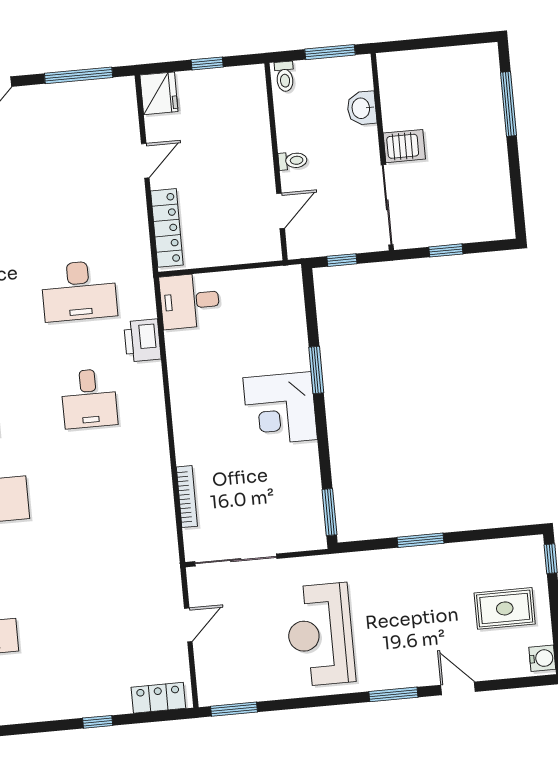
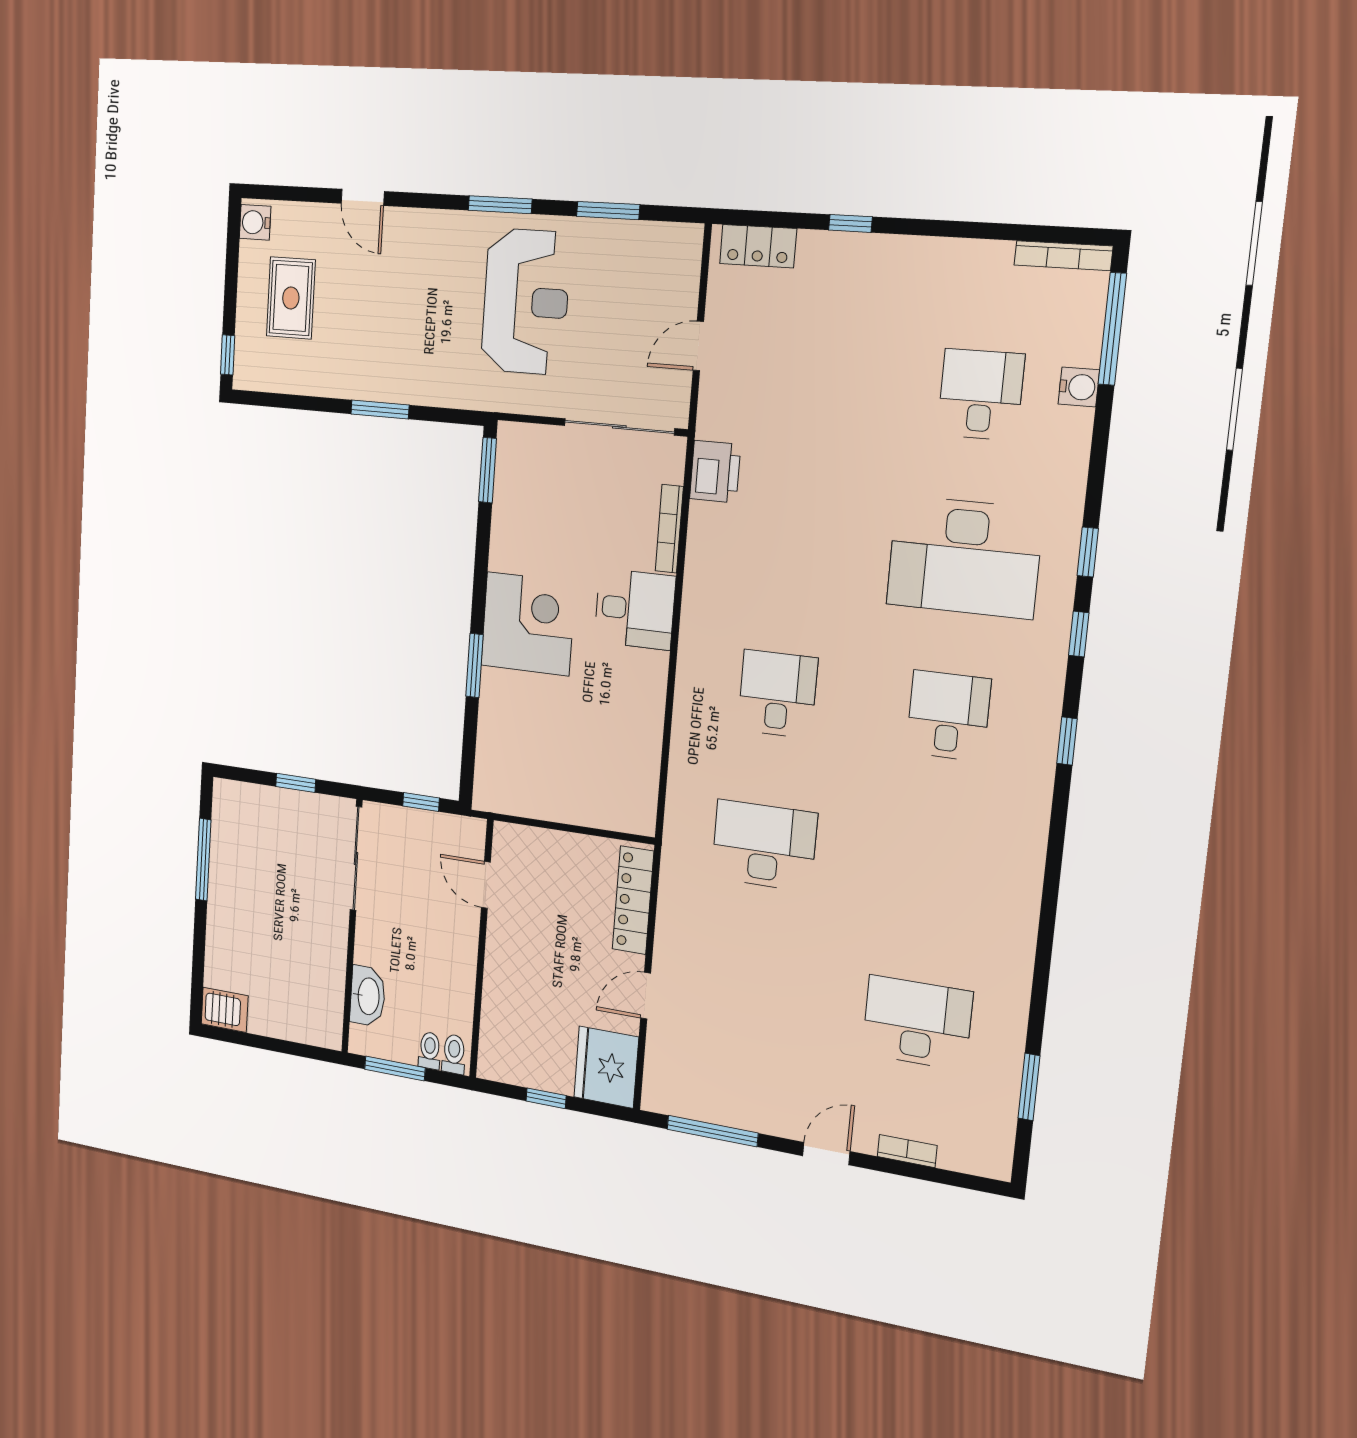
fridge: (159, 93) -> (606, 1067), width x1.36, depth x1.34
window: (509, 104) -> (203, 860), moved
washbasin: (362, 108) -> (368, 996), width x1.38
server rack: (404, 146) -> (225, 1010), moved, turned 180
toilet: (293, 161) -> (430, 1051), moved, turned 90
door: (281, 211) -> (486, 885), hinge flipped
desk: (190, 301) -> (635, 609), moved
printer: (142, 340) -> (715, 472), moved
rug: (505, 608) -> (291, 298), turned 90
window: (393, 694) -> (500, 205), moved
window: (234, 709) -> (608, 210), moved

